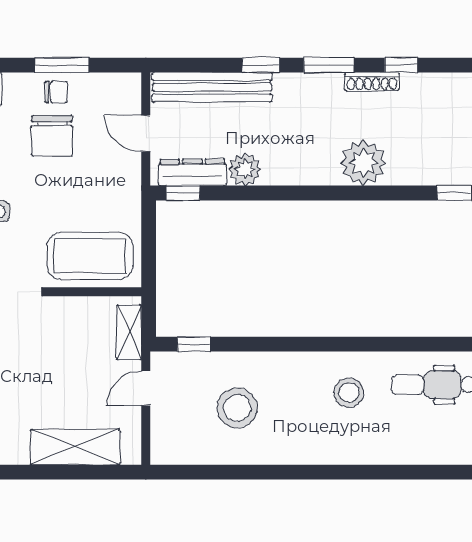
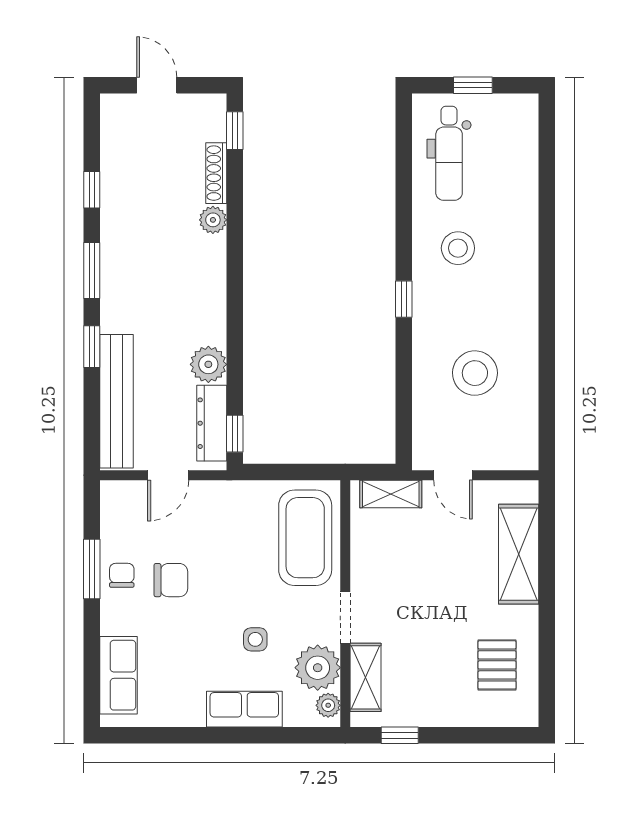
shoe rack: (372, 82) -> (216, 173), moved, turned 180
chair: (52, 136) -> (171, 580), width x0.73, depth x0.73
plant: (364, 163) -> (213, 220), width x0.53, depth x0.53
window: (194, 344) -> (404, 299), moved

